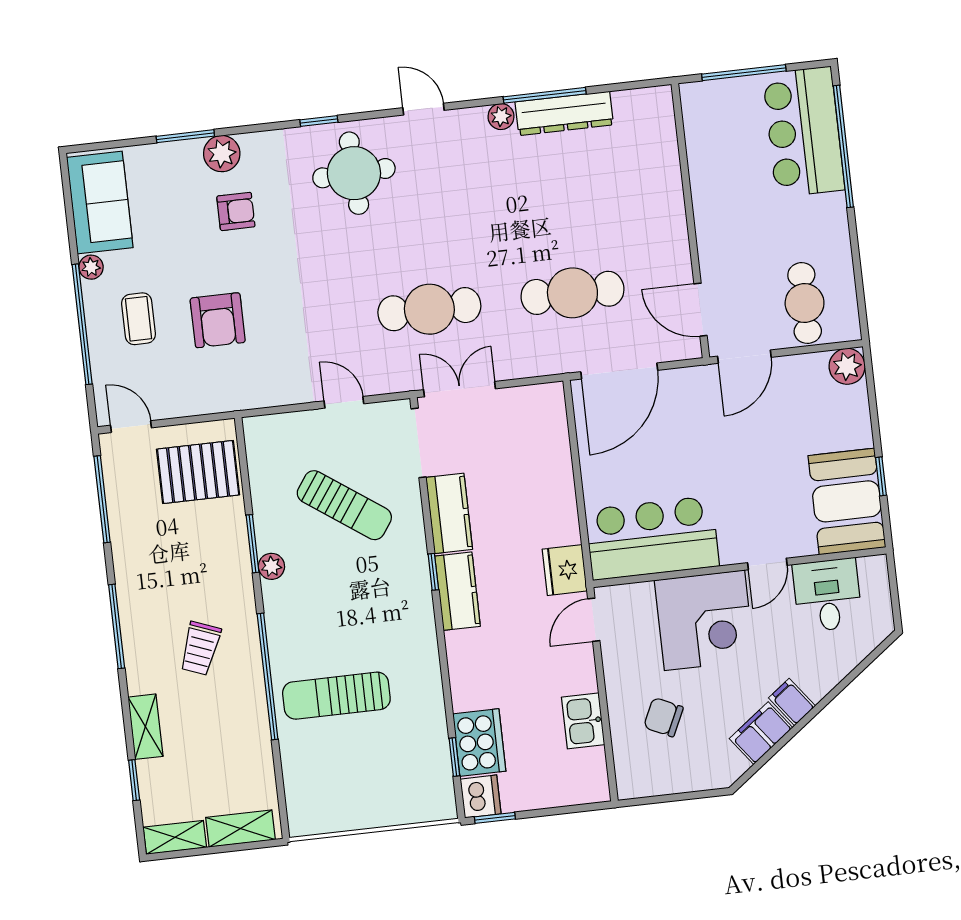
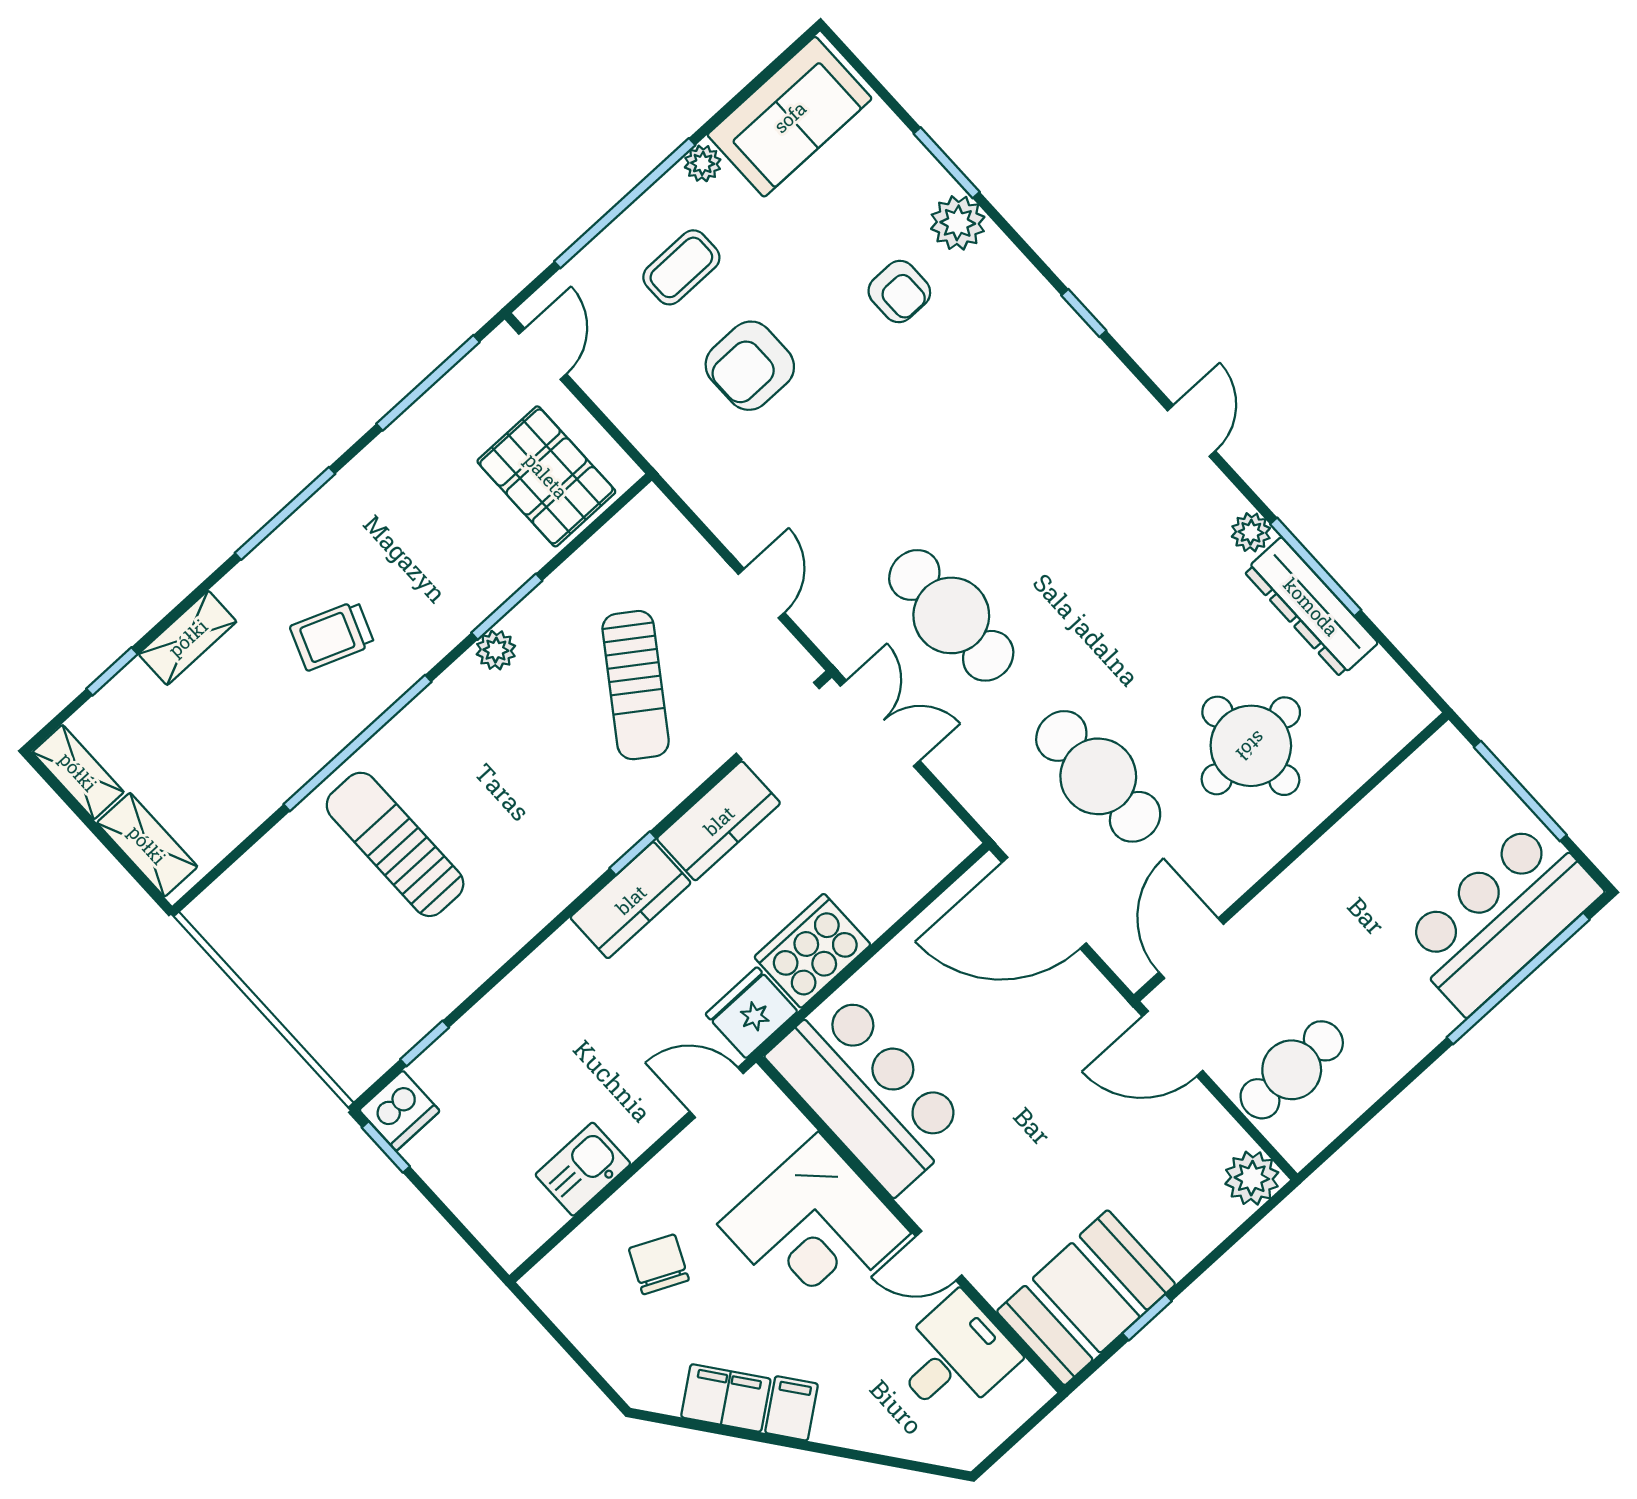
round table: (354, 173) -> (1251, 746), moved
cooker: (479, 743) -> (812, 951), moved, turned 180

